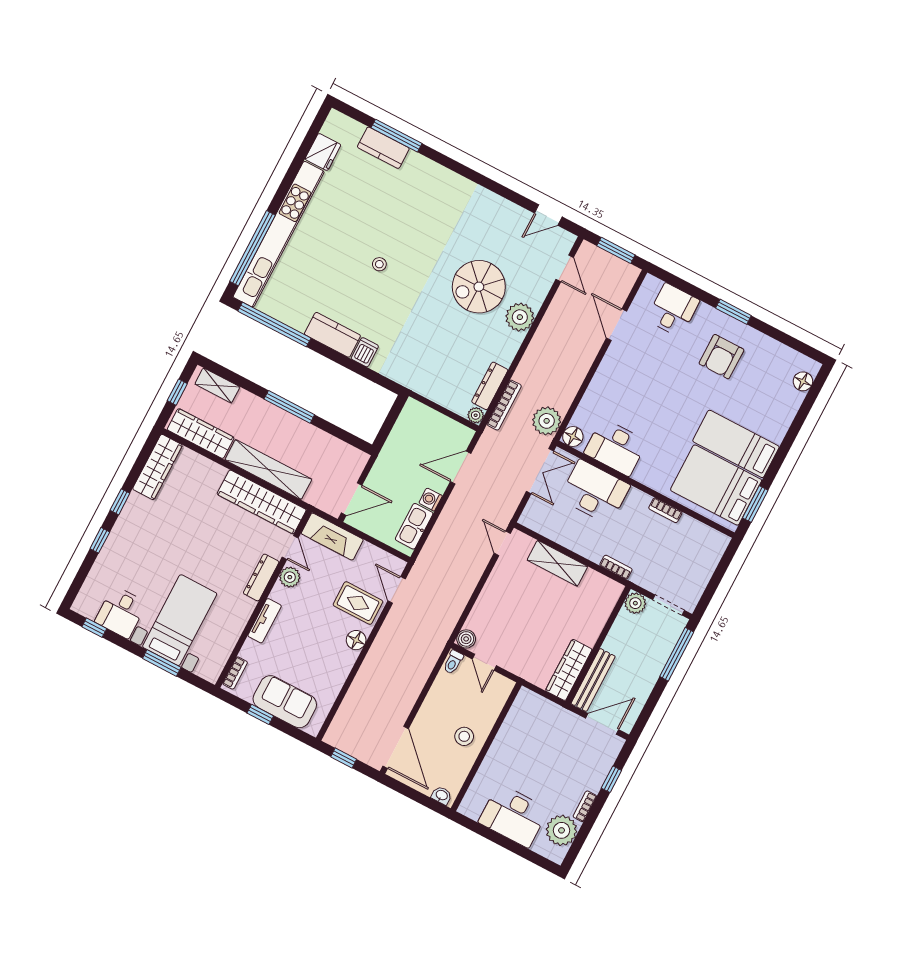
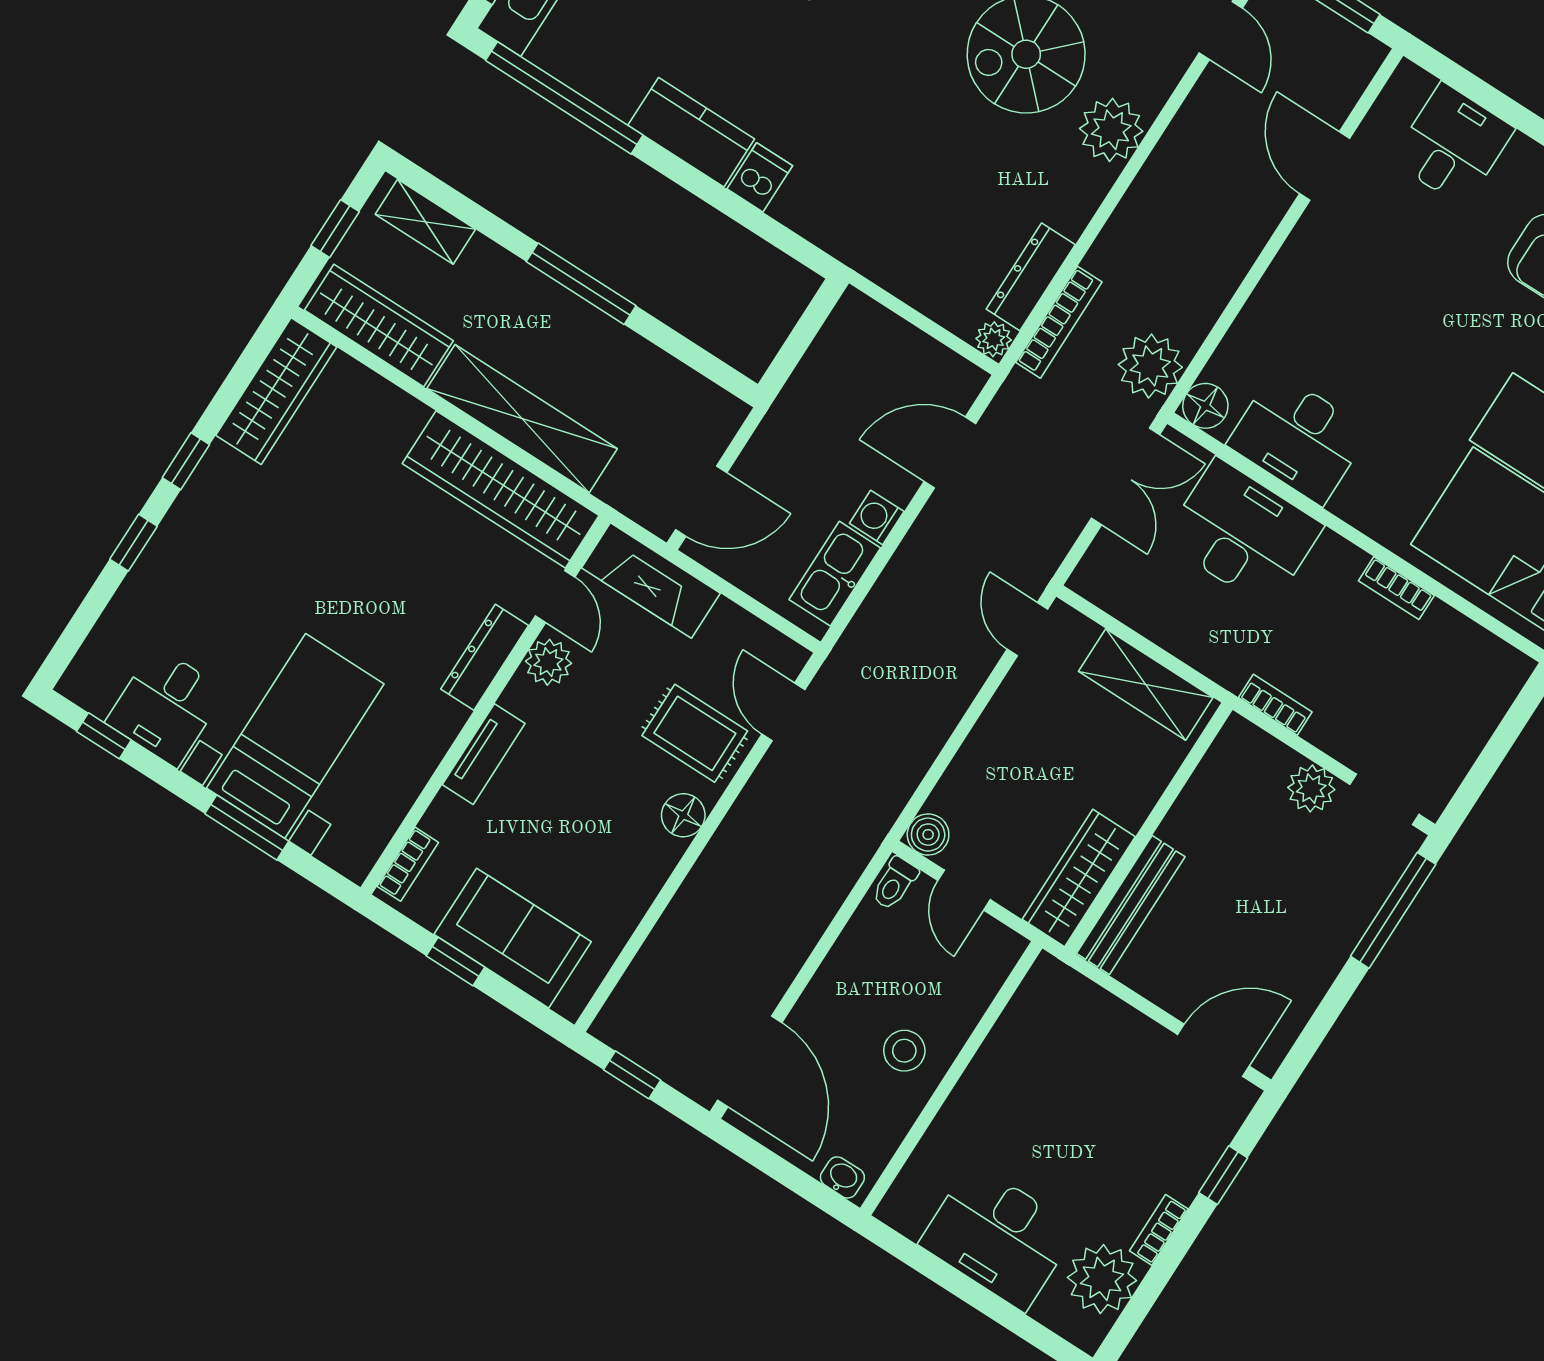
wall: (598, 645) -> (1149, 828), moved
wardrobe: (569, 670) -> (1079, 878), moved
bench: (593, 680) -> (1131, 905), moved

